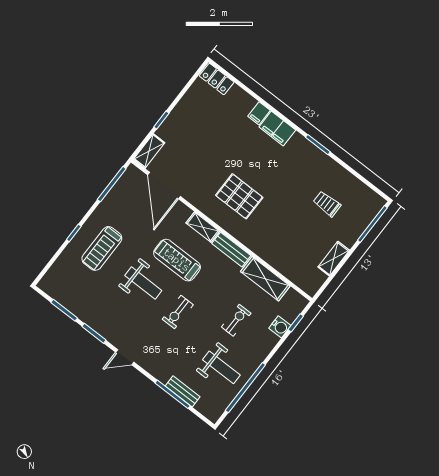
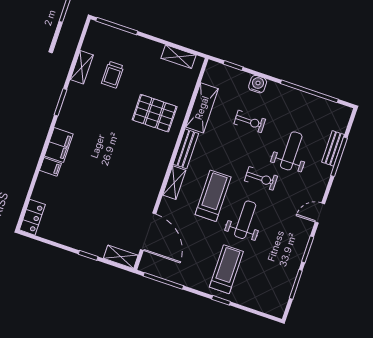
shelving: (344, 177) -> (82, 67), added
door: (164, 186) -> (148, 232), hinge flipped
pallet: (239, 196) -> (155, 113), moved, turned 90
treadmill: (102, 248) -> (226, 269), turned -90
shelving: (334, 259) -> (178, 57), moved
treadmill: (177, 260) -> (213, 196), turned 180
exercise bike: (236, 320) -> (250, 121), turned 180
water cooler: (280, 327) -> (258, 84), moved
door: (125, 357) -> (320, 213), swing flipped
weight bench: (221, 367) -> (291, 151), moved

